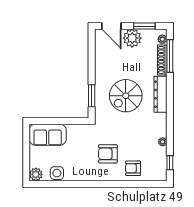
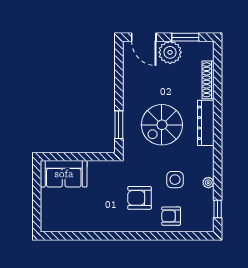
plant: (162, 39) -> (208, 54), removed
window: (170, 56) -> (218, 75), removed
side table: (57, 173) -> (175, 180), moved
plant: (36, 174) -> (49, 224), removed

